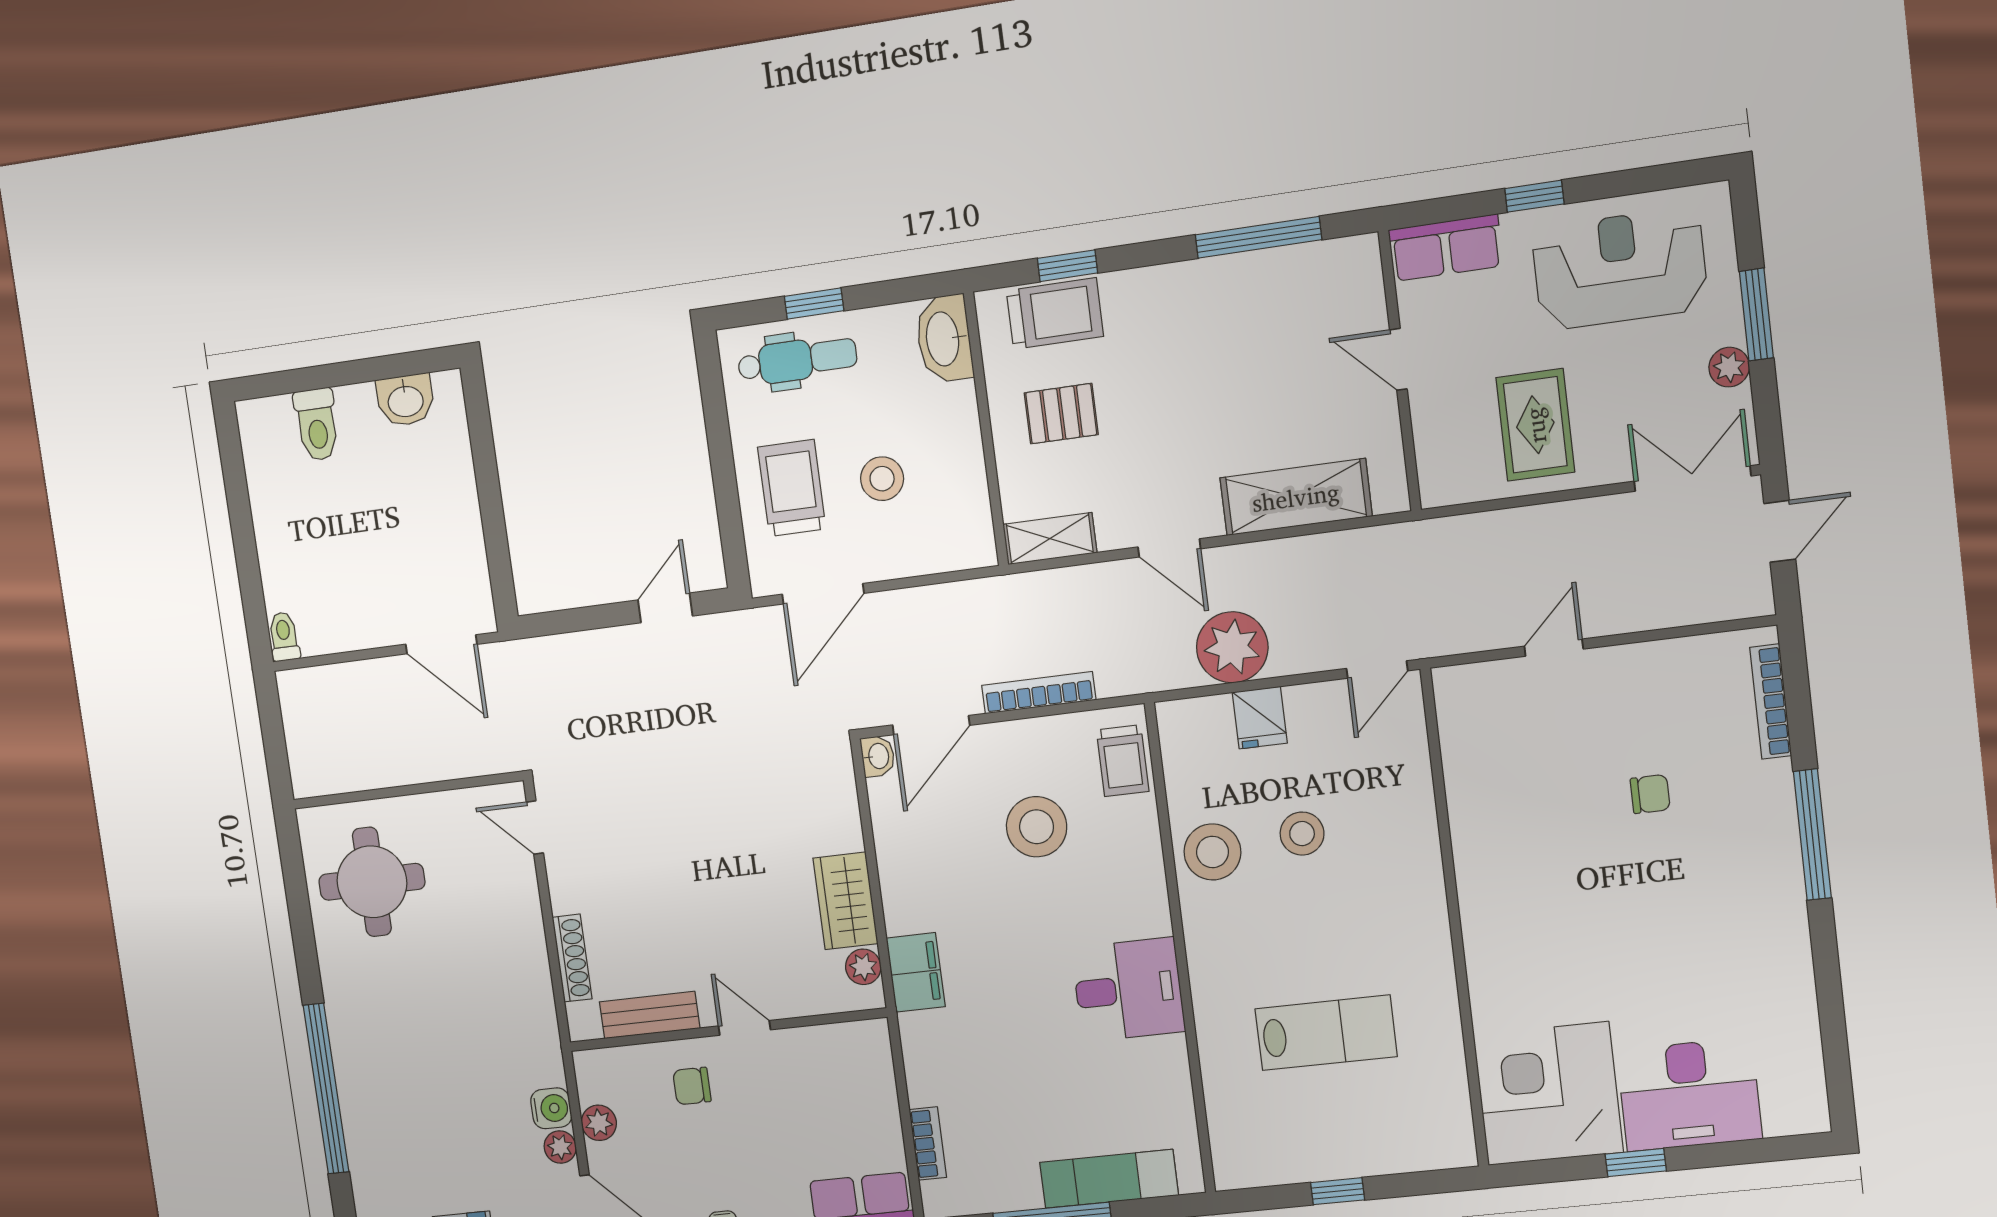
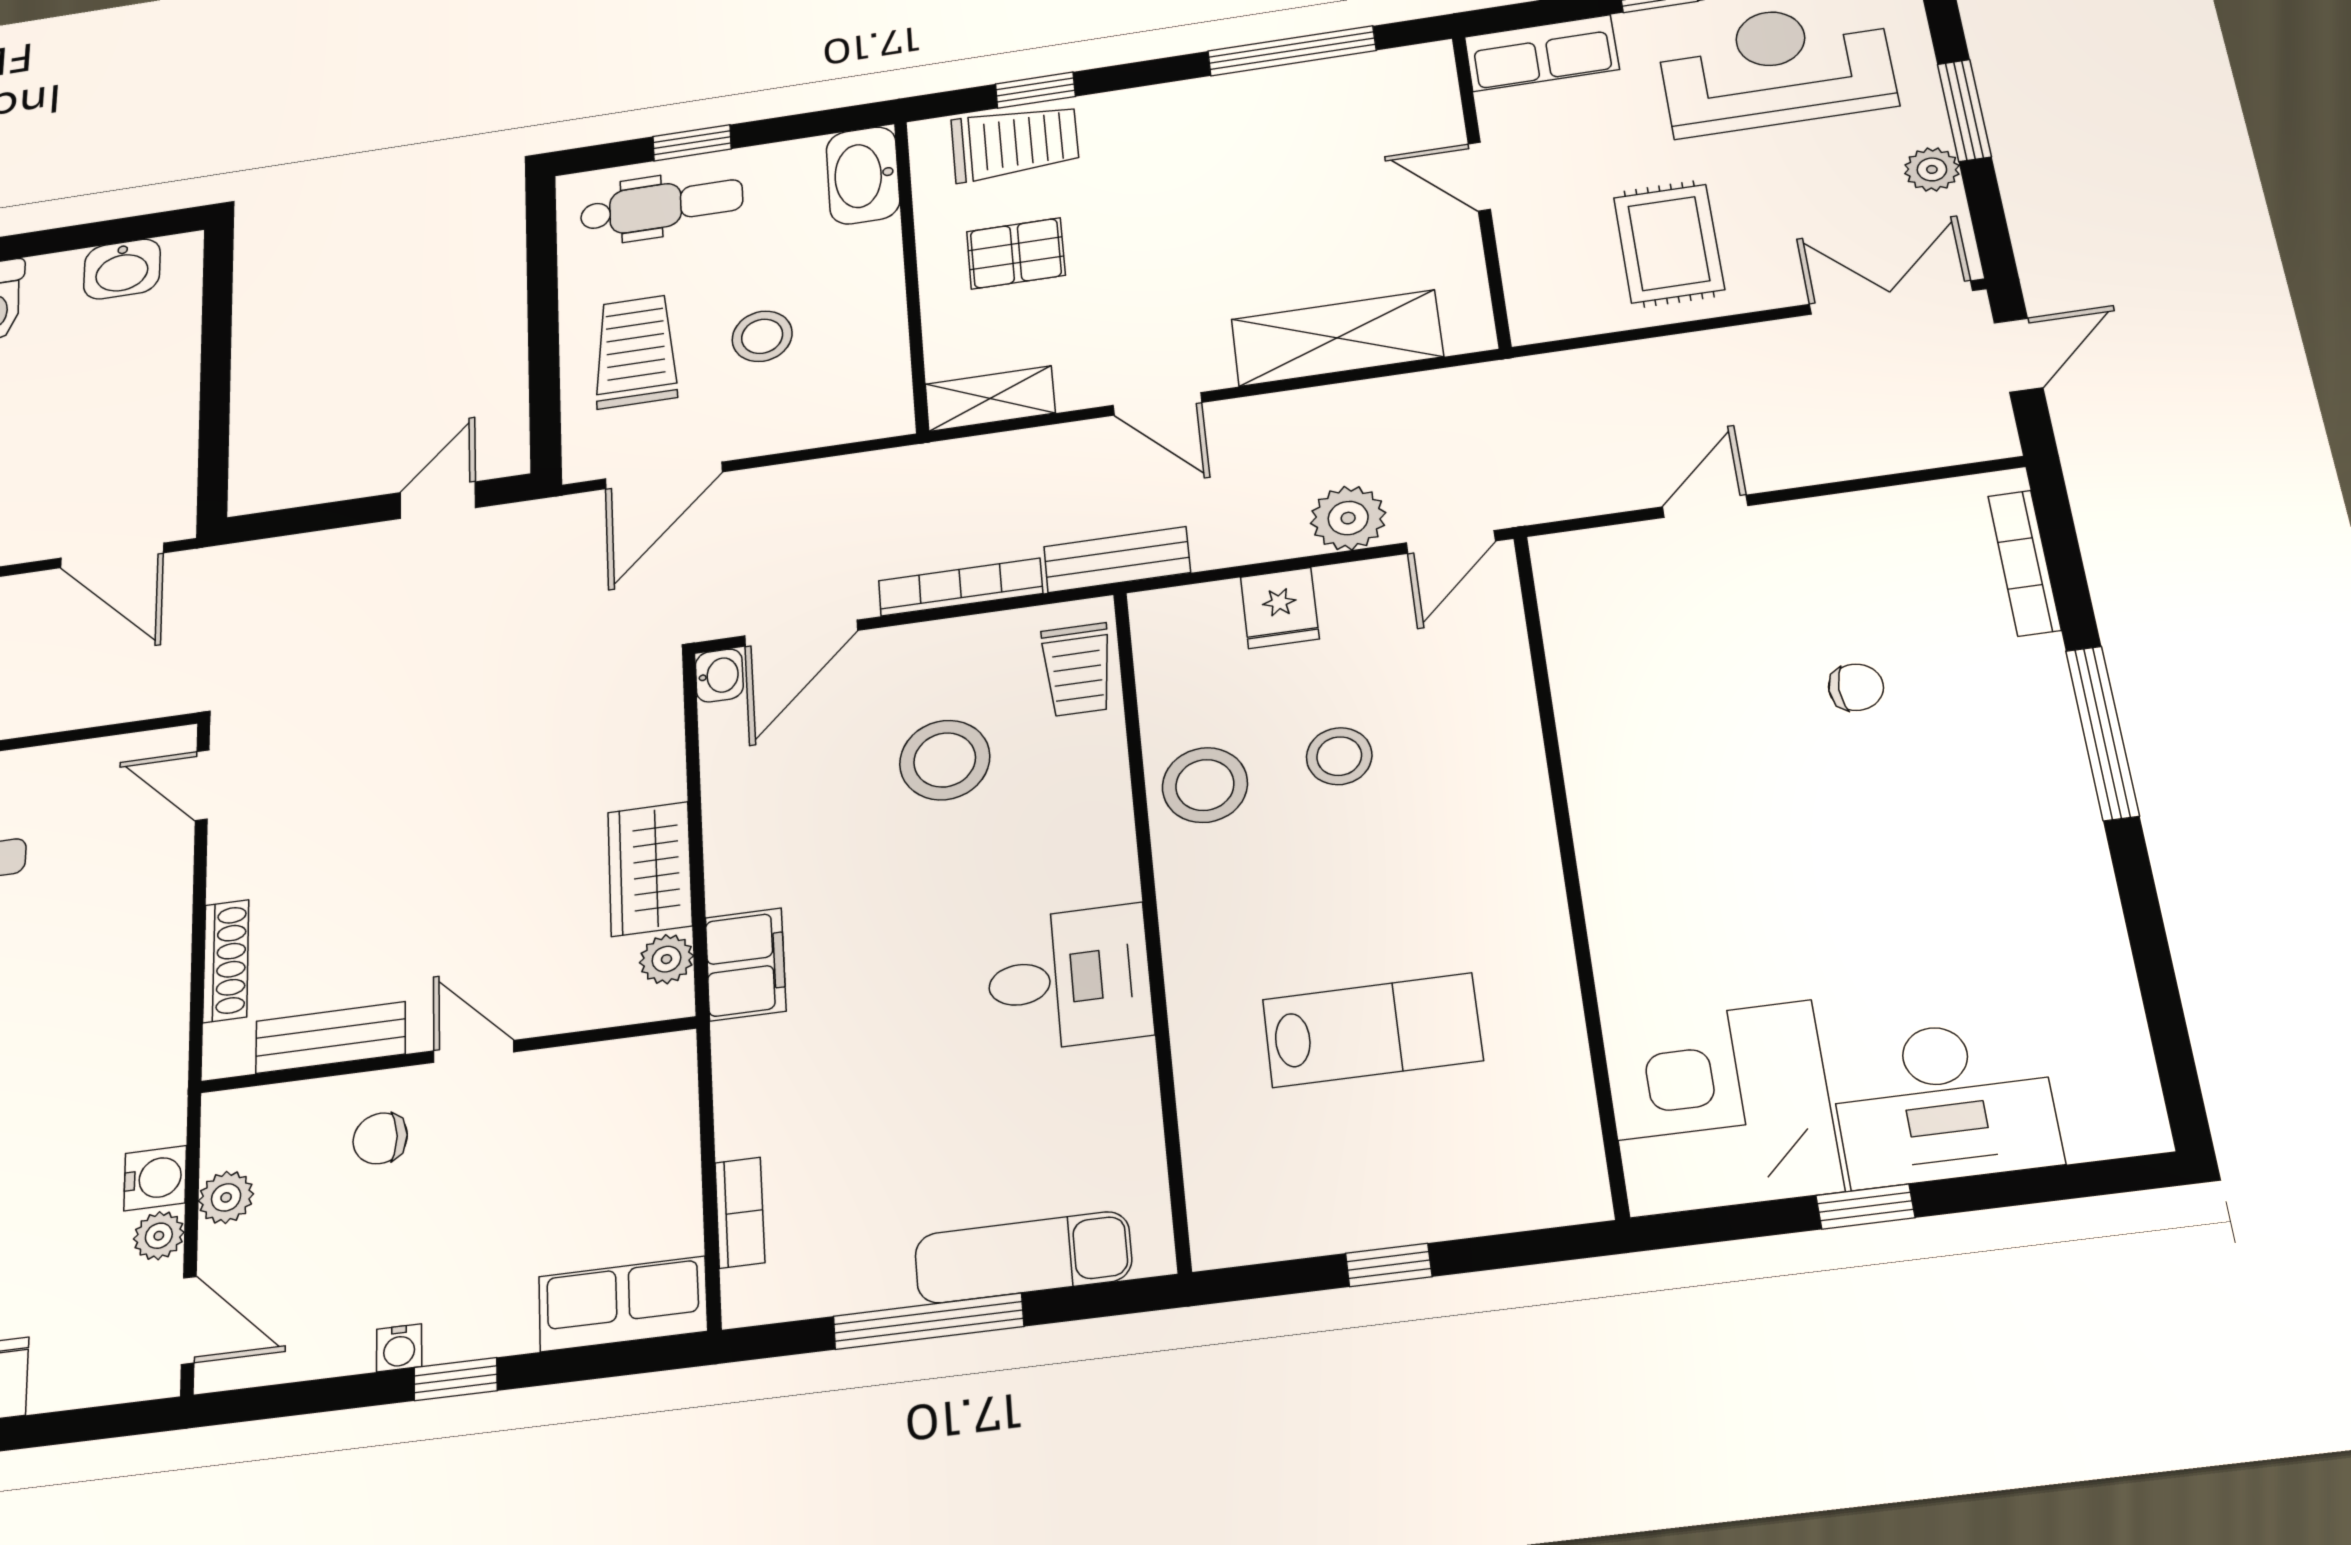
plant: (1232, 647) -> (1348, 518), moved, width x0.73, depth x0.73
bench: (1146, 675) -> (1117, 560), added

